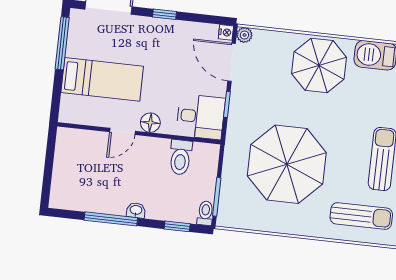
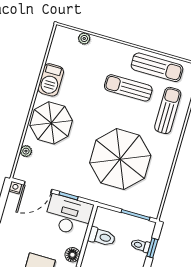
plant: (244, 35) -> (26, 151), moved
desk: (201, 117) -> (69, 215), width x1.37
toilet: (205, 213) -> (140, 245), moved

